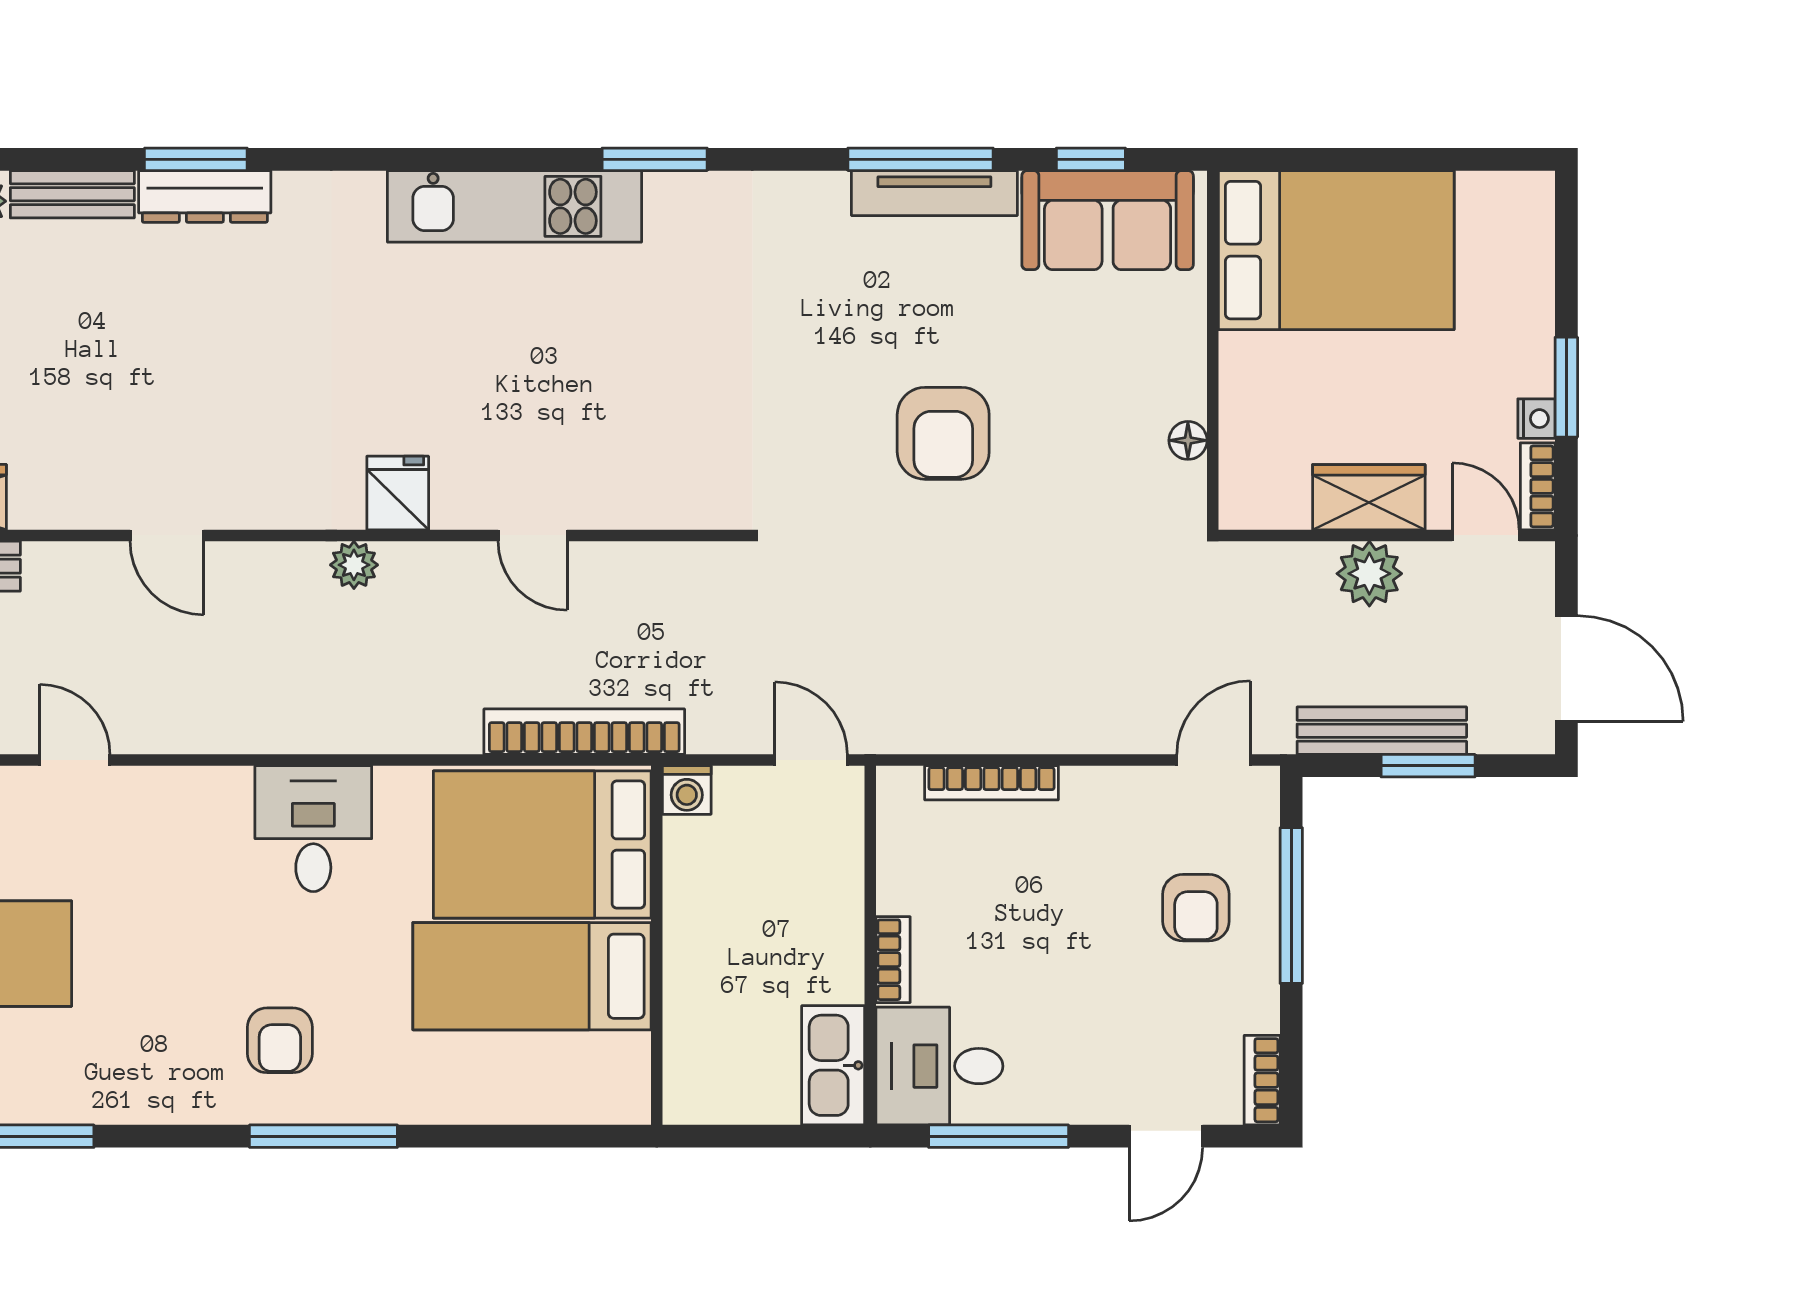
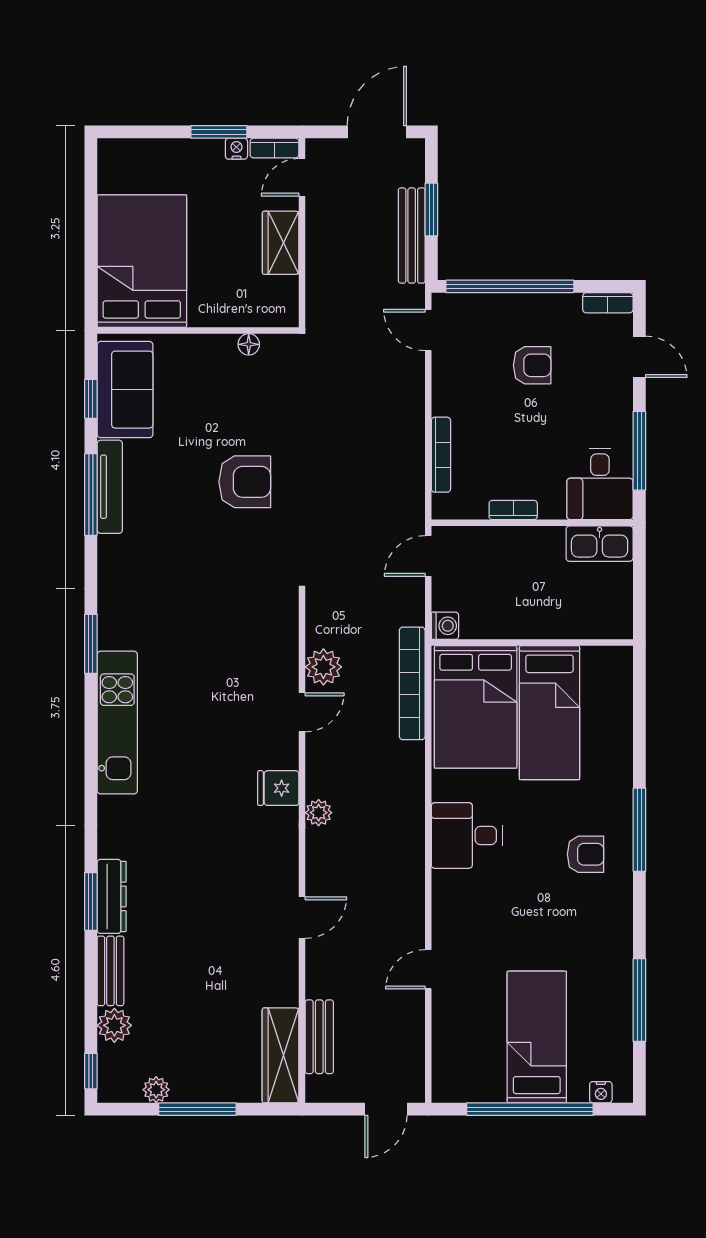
plant: (1369, 574) -> (323, 667), moved
window: (1291, 906) -> (510, 286), width x1.46
armchair: (1196, 908) -> (532, 365), moved
bookcase: (893, 960) -> (513, 510), moved

